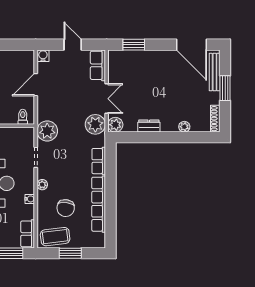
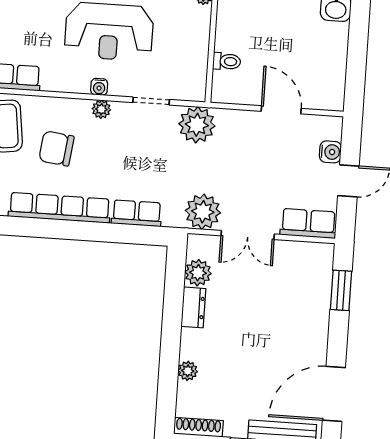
water cooler: (43, 56) -> (330, 152), moved
toilet: (23, 117) -> (227, 61), moved
plant: (115, 125) -> (198, 273), moved
water cooler: (30, 199) -> (99, 87), moved

